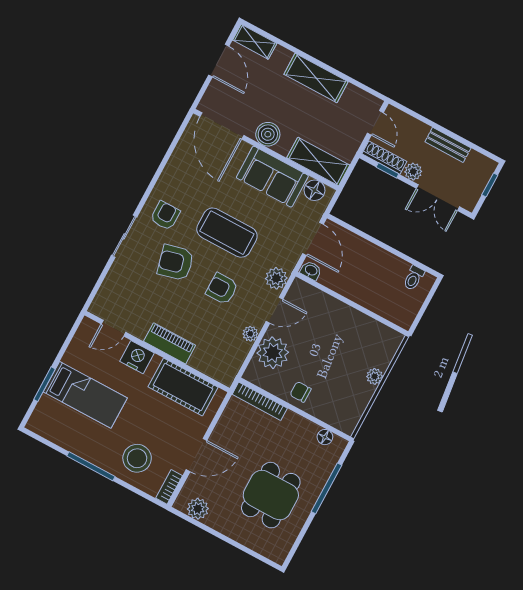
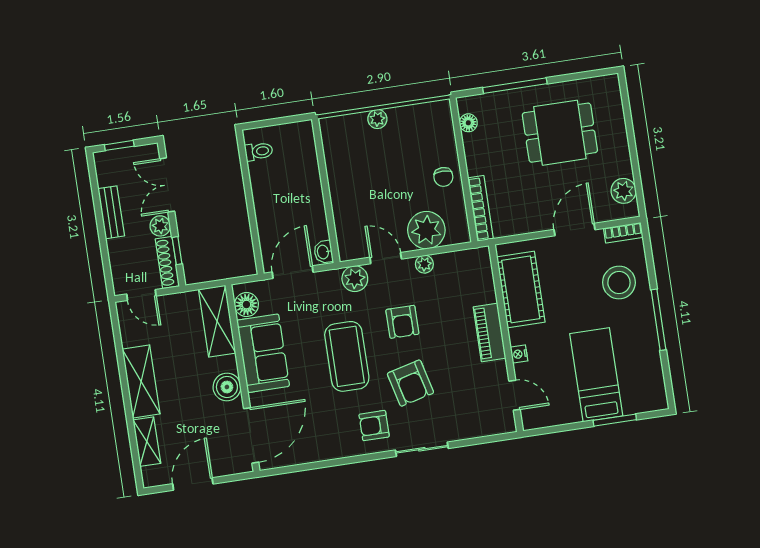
shelving: (255, 42) -> (147, 442), moved
door: (375, 123) -> (141, 295), swing flipped
double door: (438, 198) -> (167, 185), swing flipped
nightstand: (137, 357) -> (519, 354), width x0.53, depth x0.56
door: (197, 455) -> (574, 230), hinge flipped

